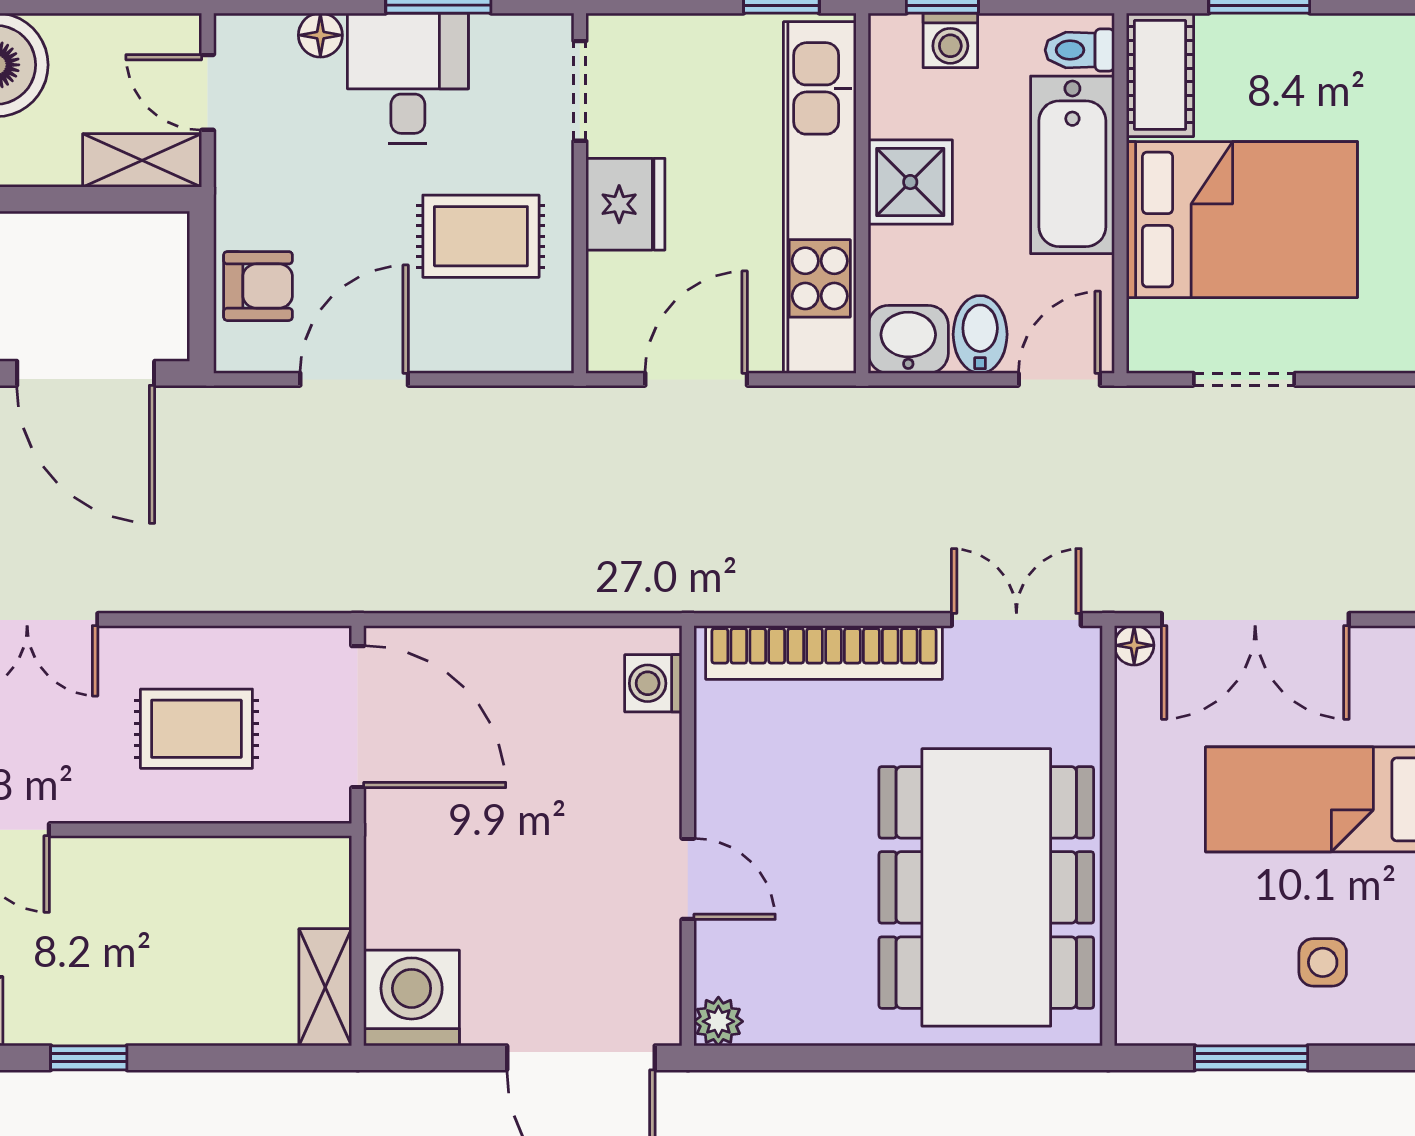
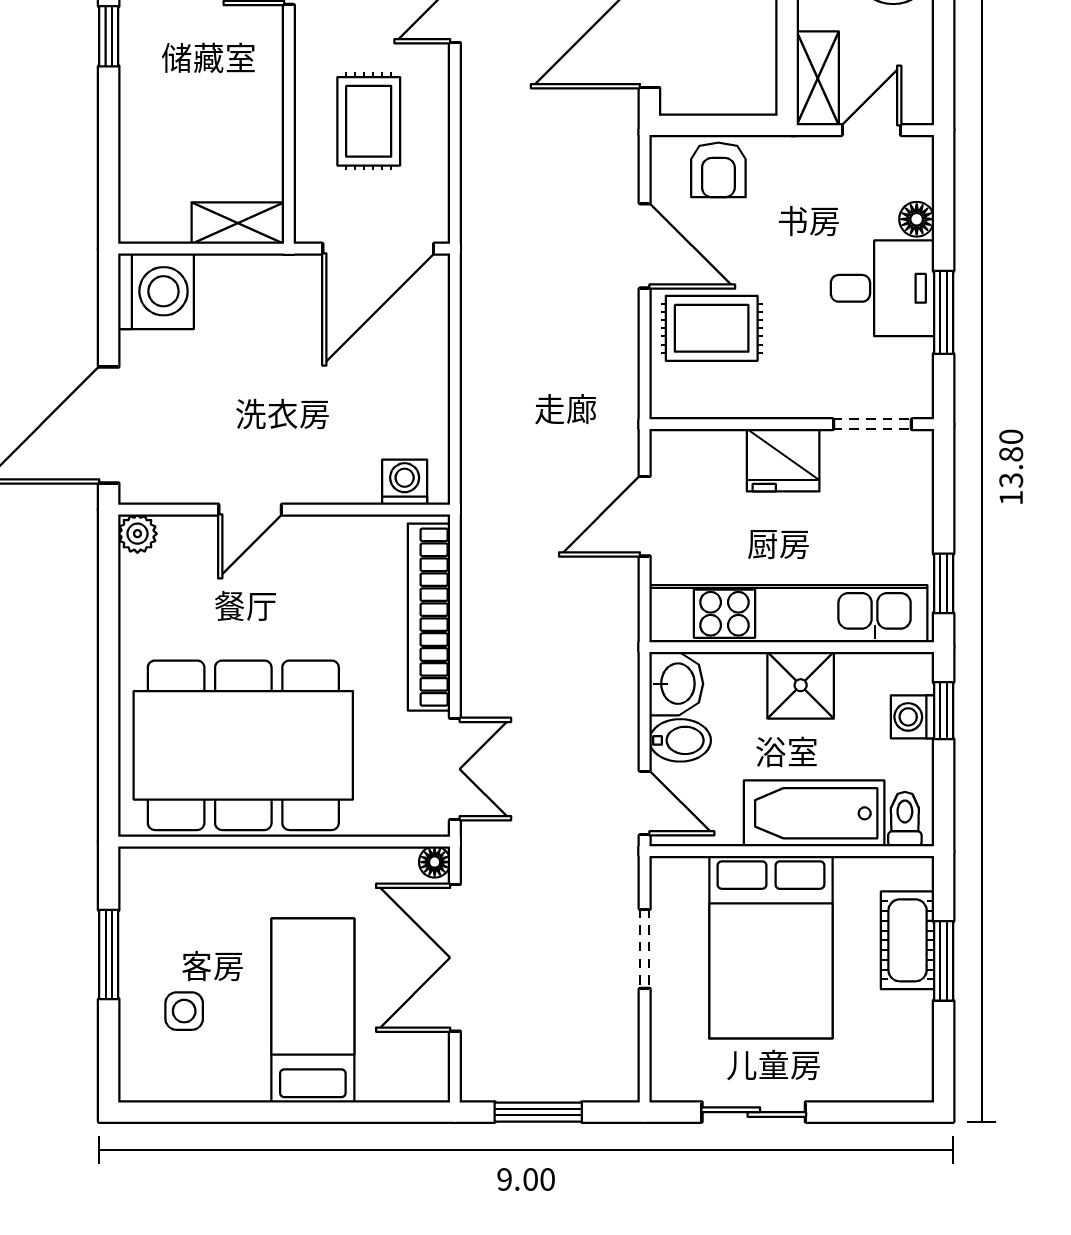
cot: (1160, 75) -> (908, 940), moved, turned 90
rug: (481, 236) -> (712, 328), moved, turned 90
door: (696, 379) -> (645, 516), swing flipped
shelving: (325, 987) -> (238, 223), moved

